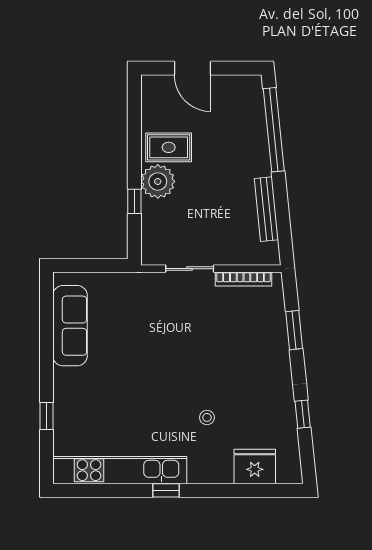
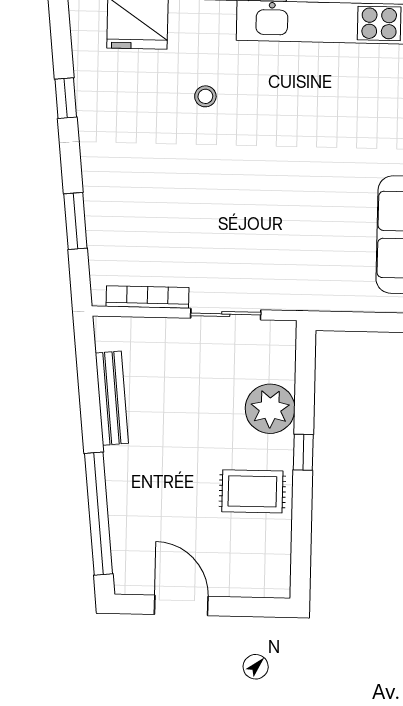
door: (193, 68) -> (181, 605), moved
plant: (158, 181) -> (270, 409), moved
window: (134, 201) -> (303, 452), moved

